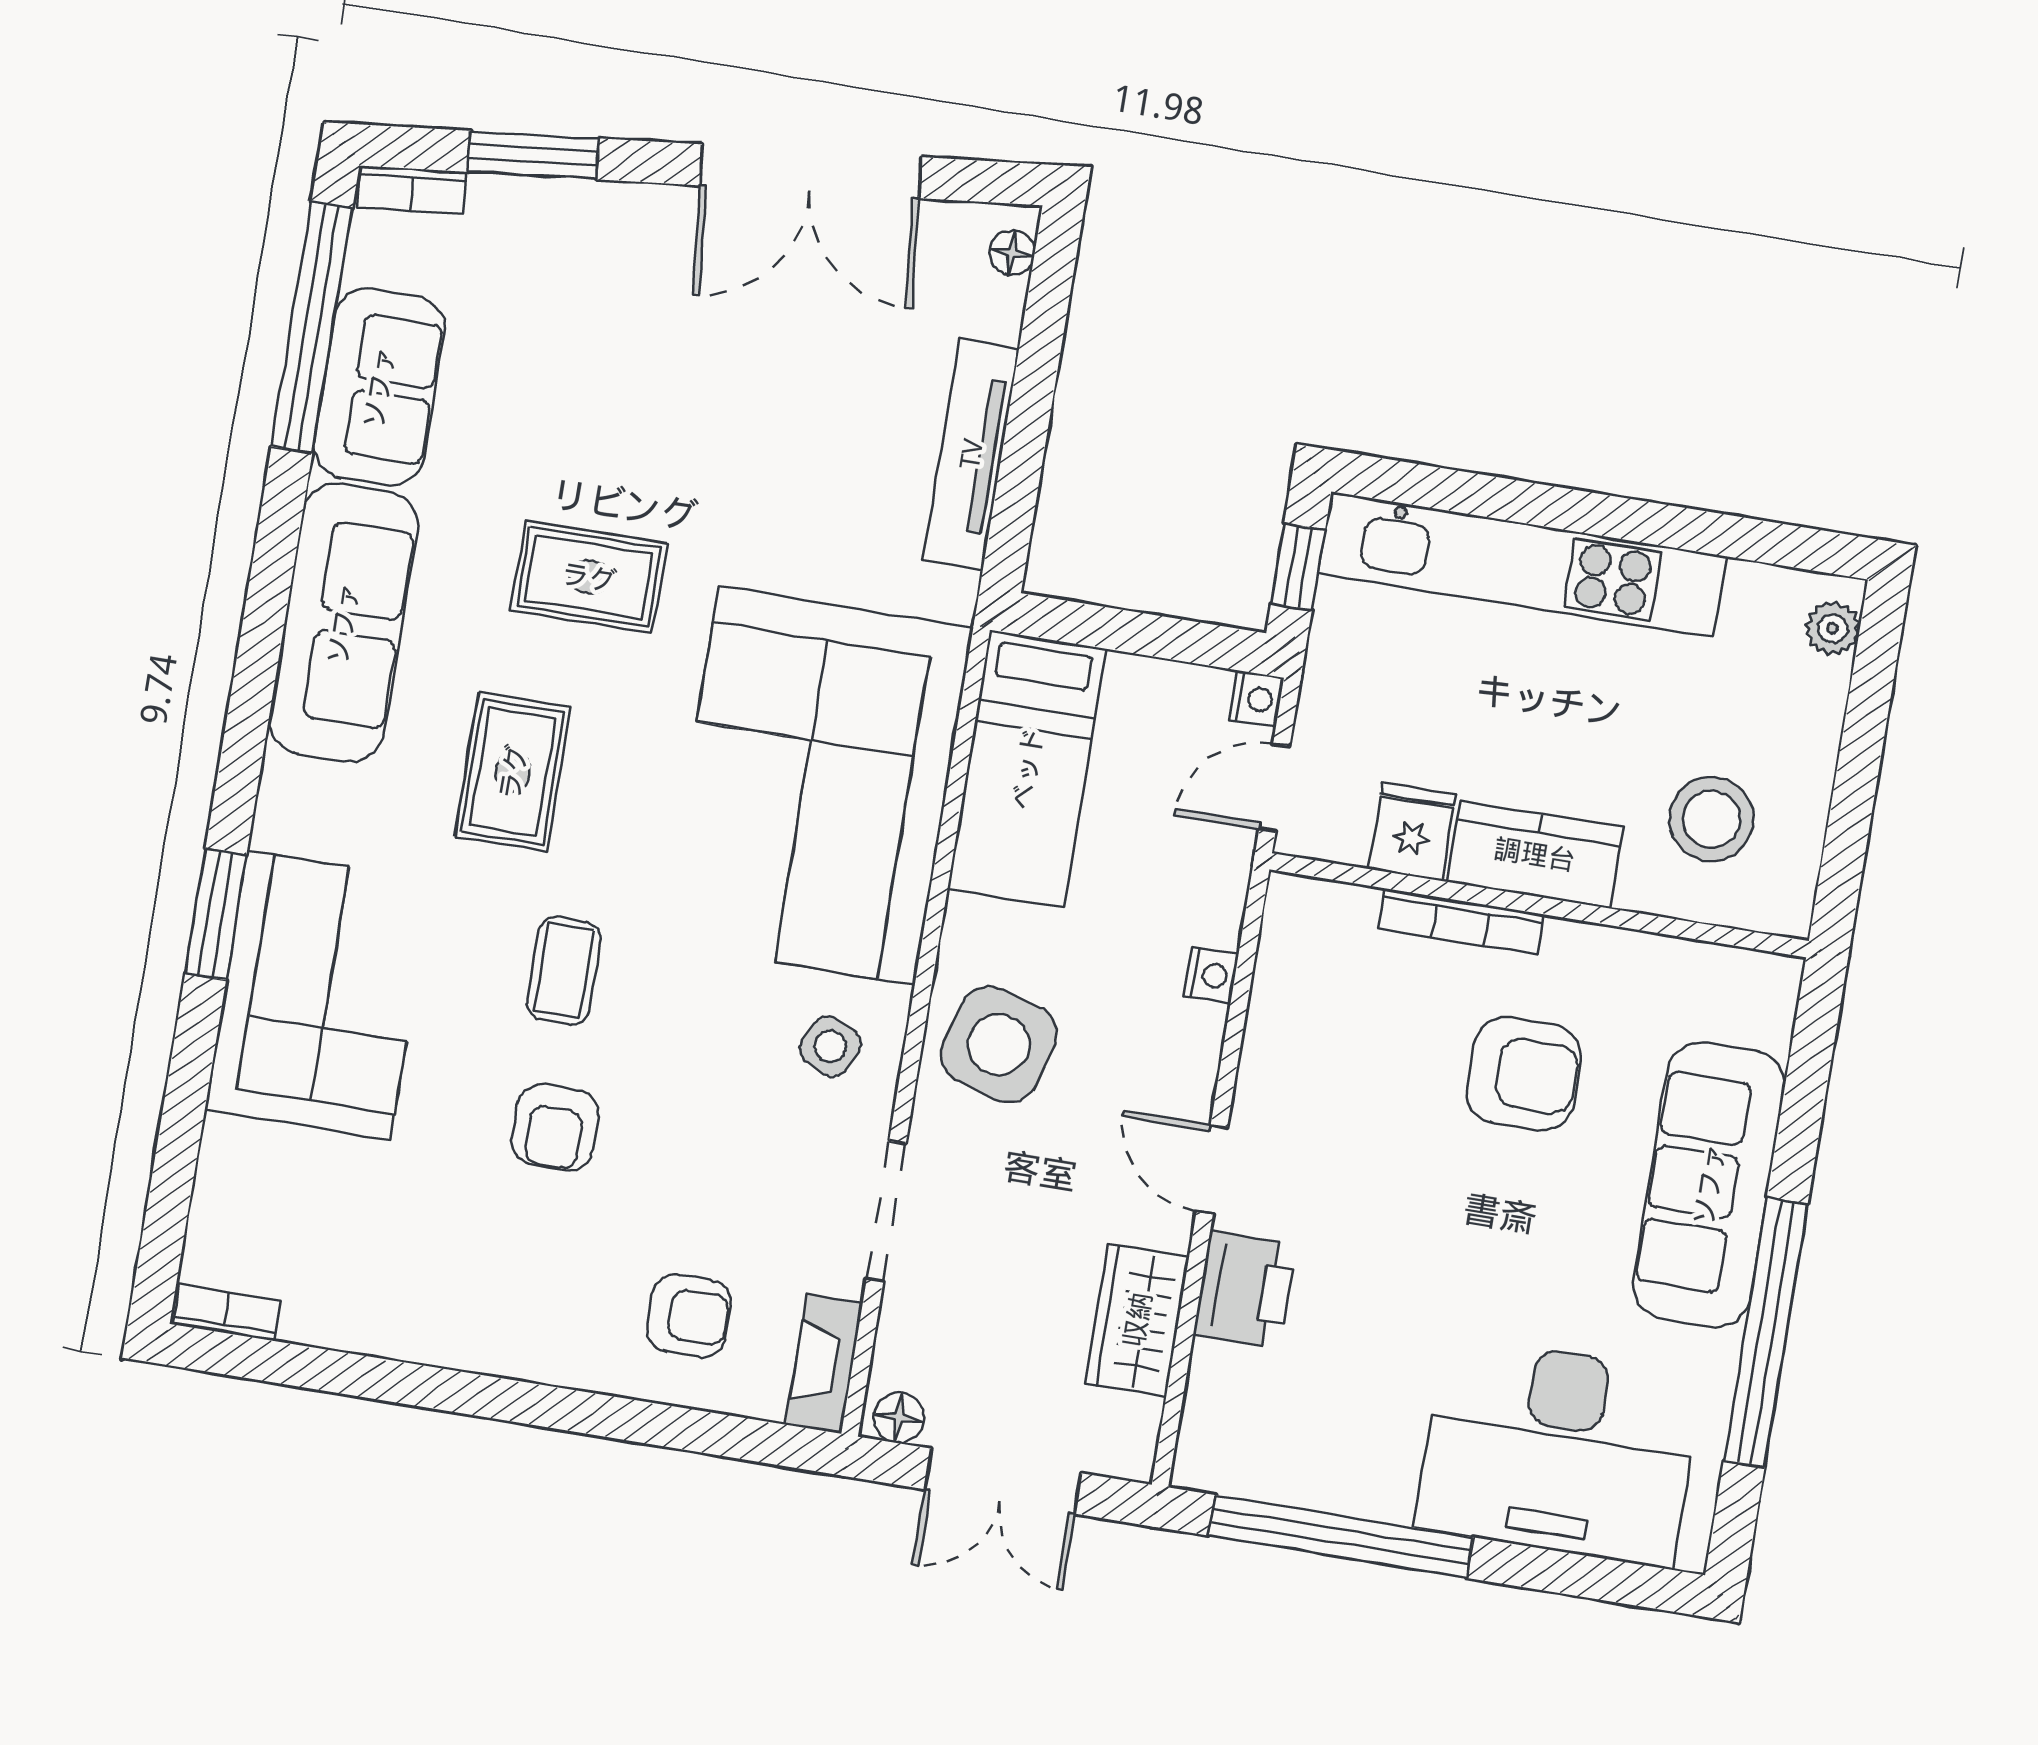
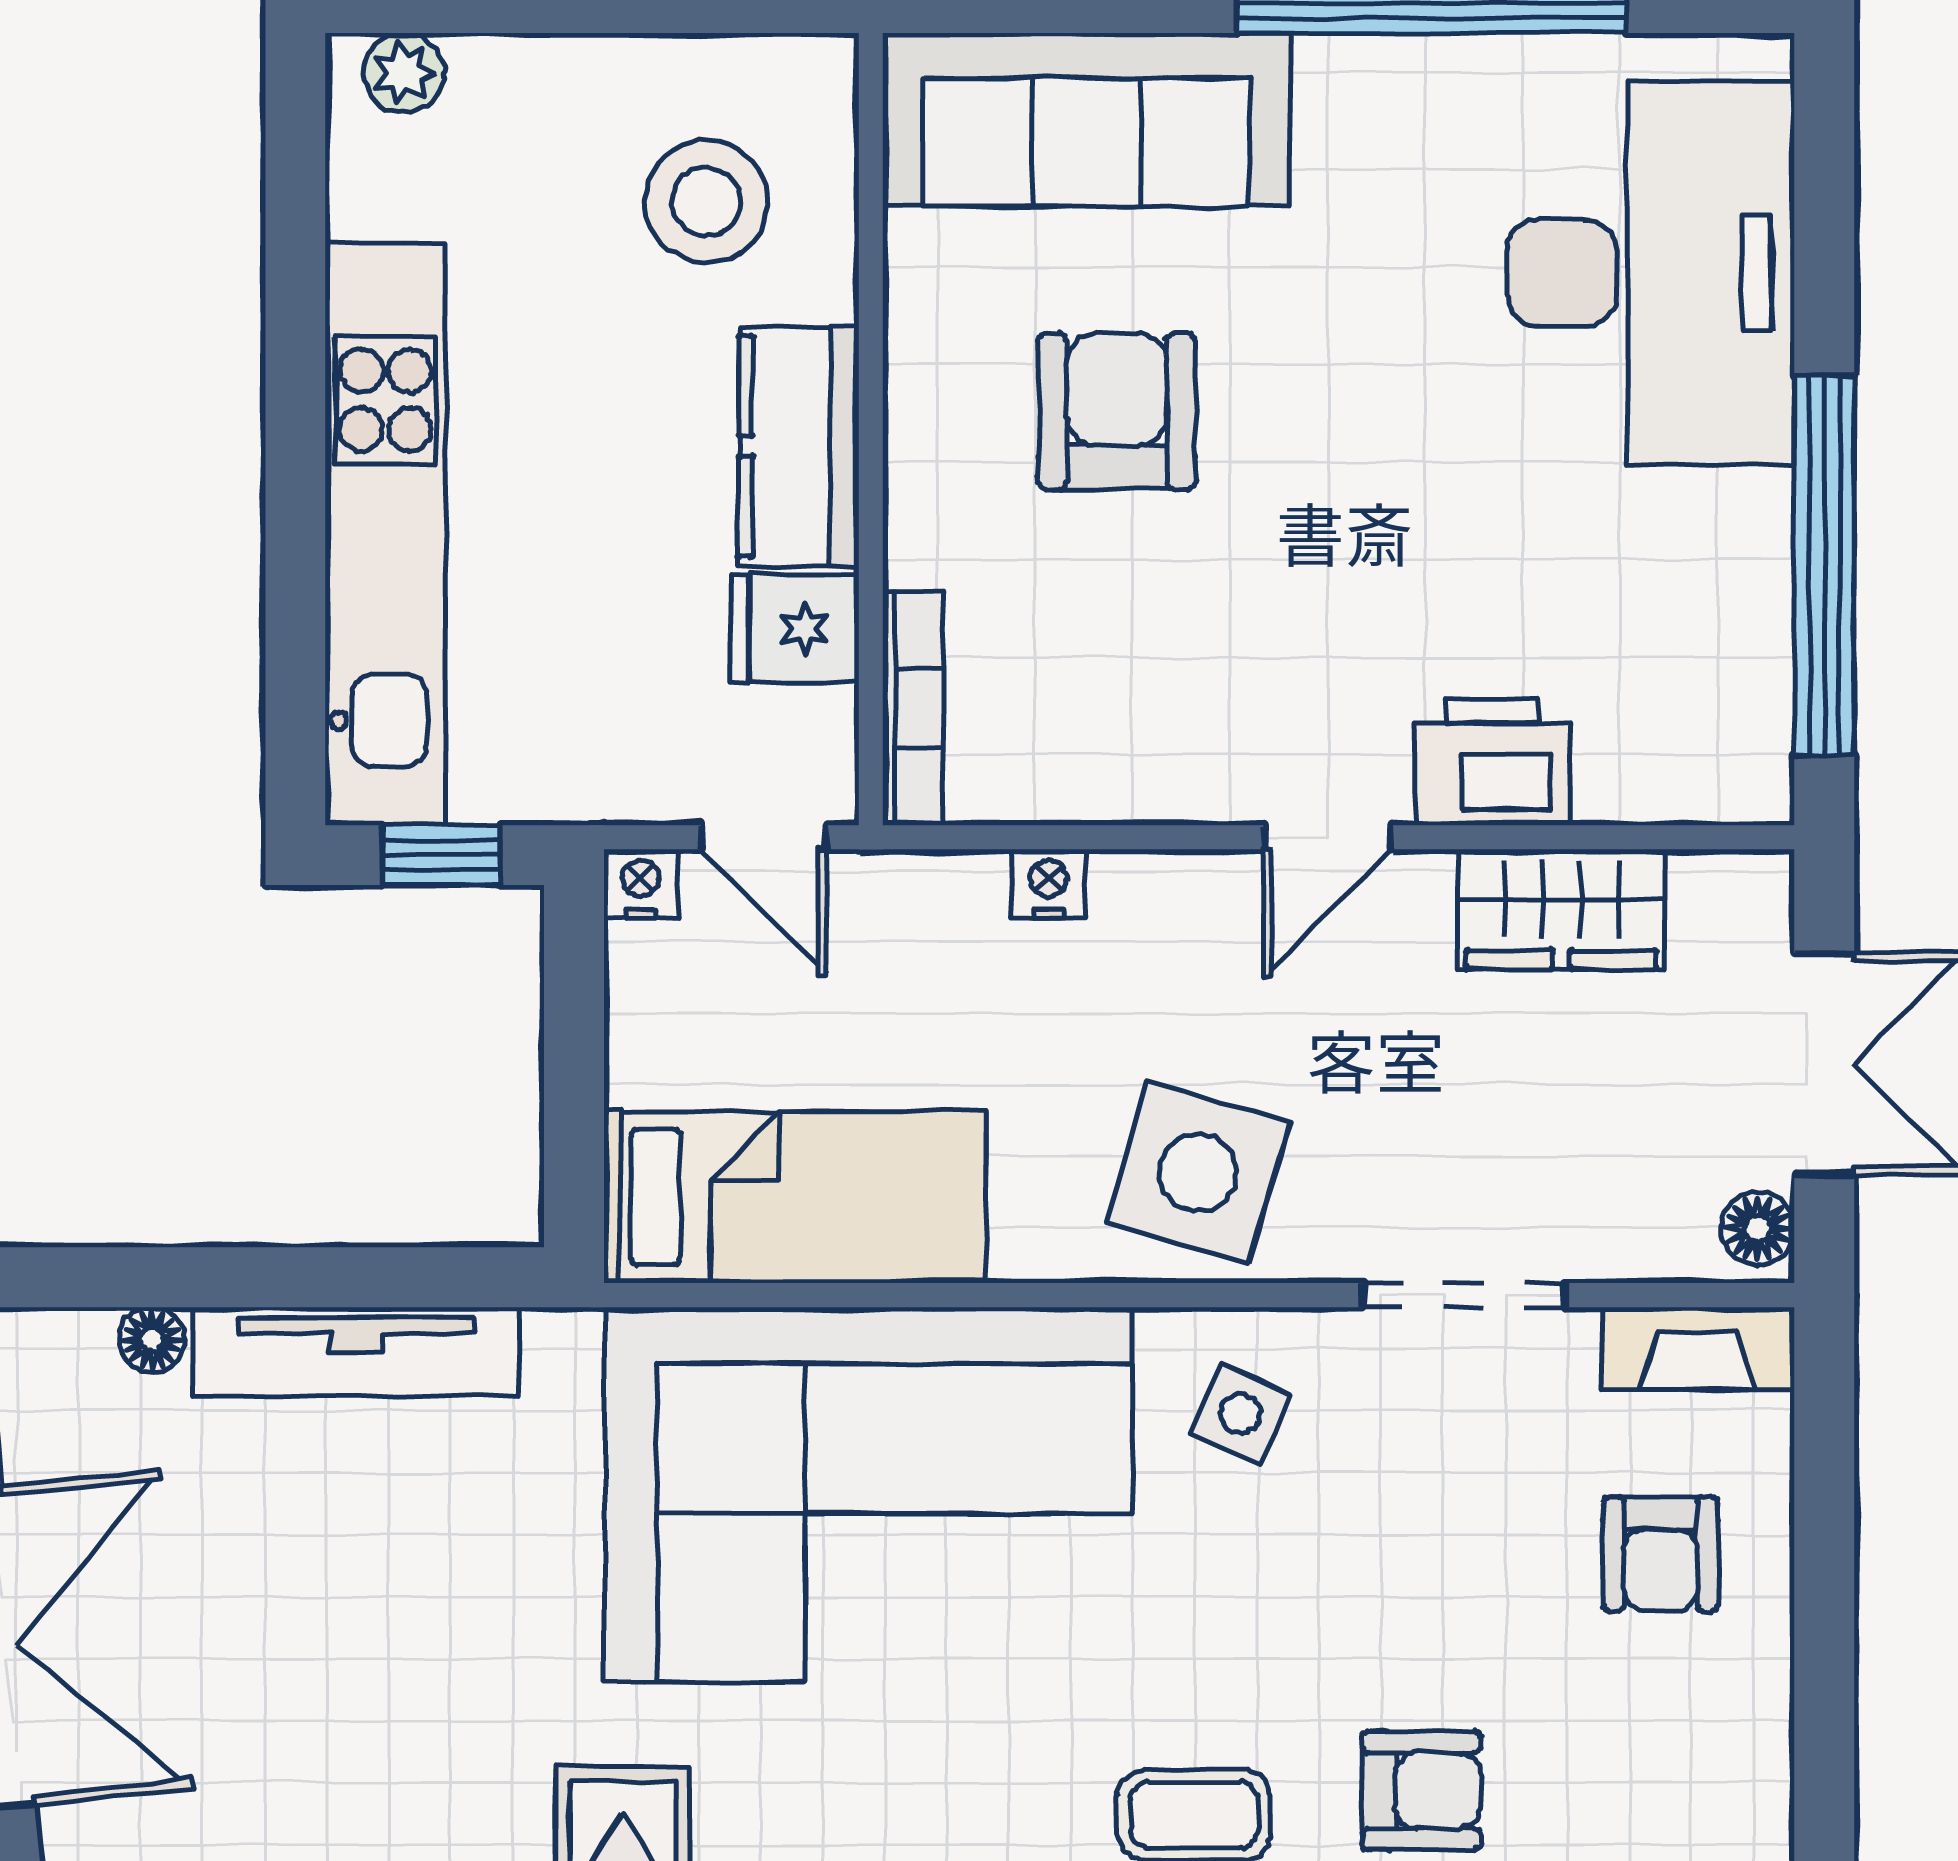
floor lamp: (1012, 253) -> (152, 1340), moved
bookcase: (1461, 922) -> (913, 708), moved
sofa: (1709, 1184) -> (1086, 120), moved
armchair: (689, 1316) -> (1660, 1554), turned 180

